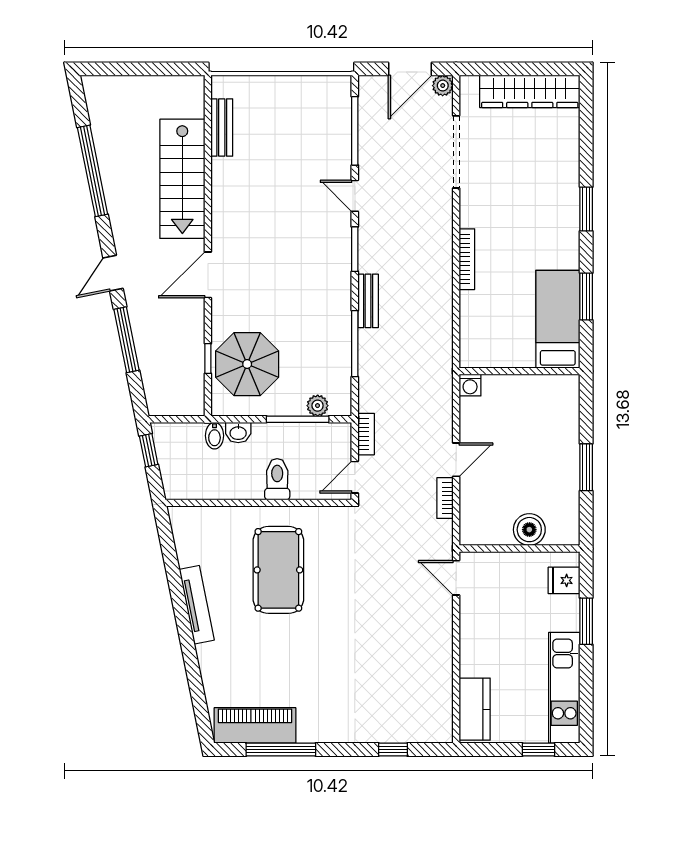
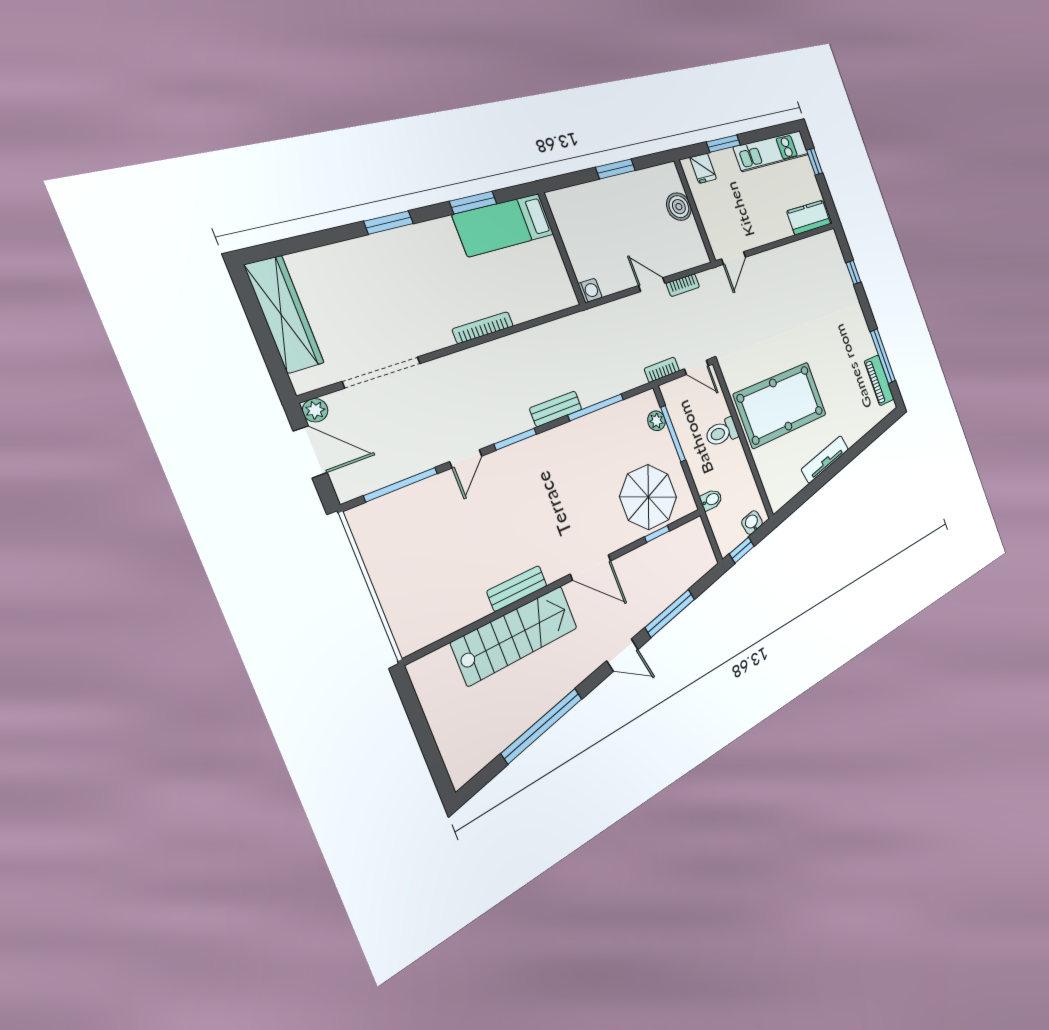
bench: (222, 127) -> (517, 588), moved
washbasin: (238, 433) -> (752, 523), moved, turned -101
pool table: (278, 570) -> (781, 405), width x1.36, depth x1.32
piano: (255, 725) -> (879, 380), width x0.73, depth x0.75

